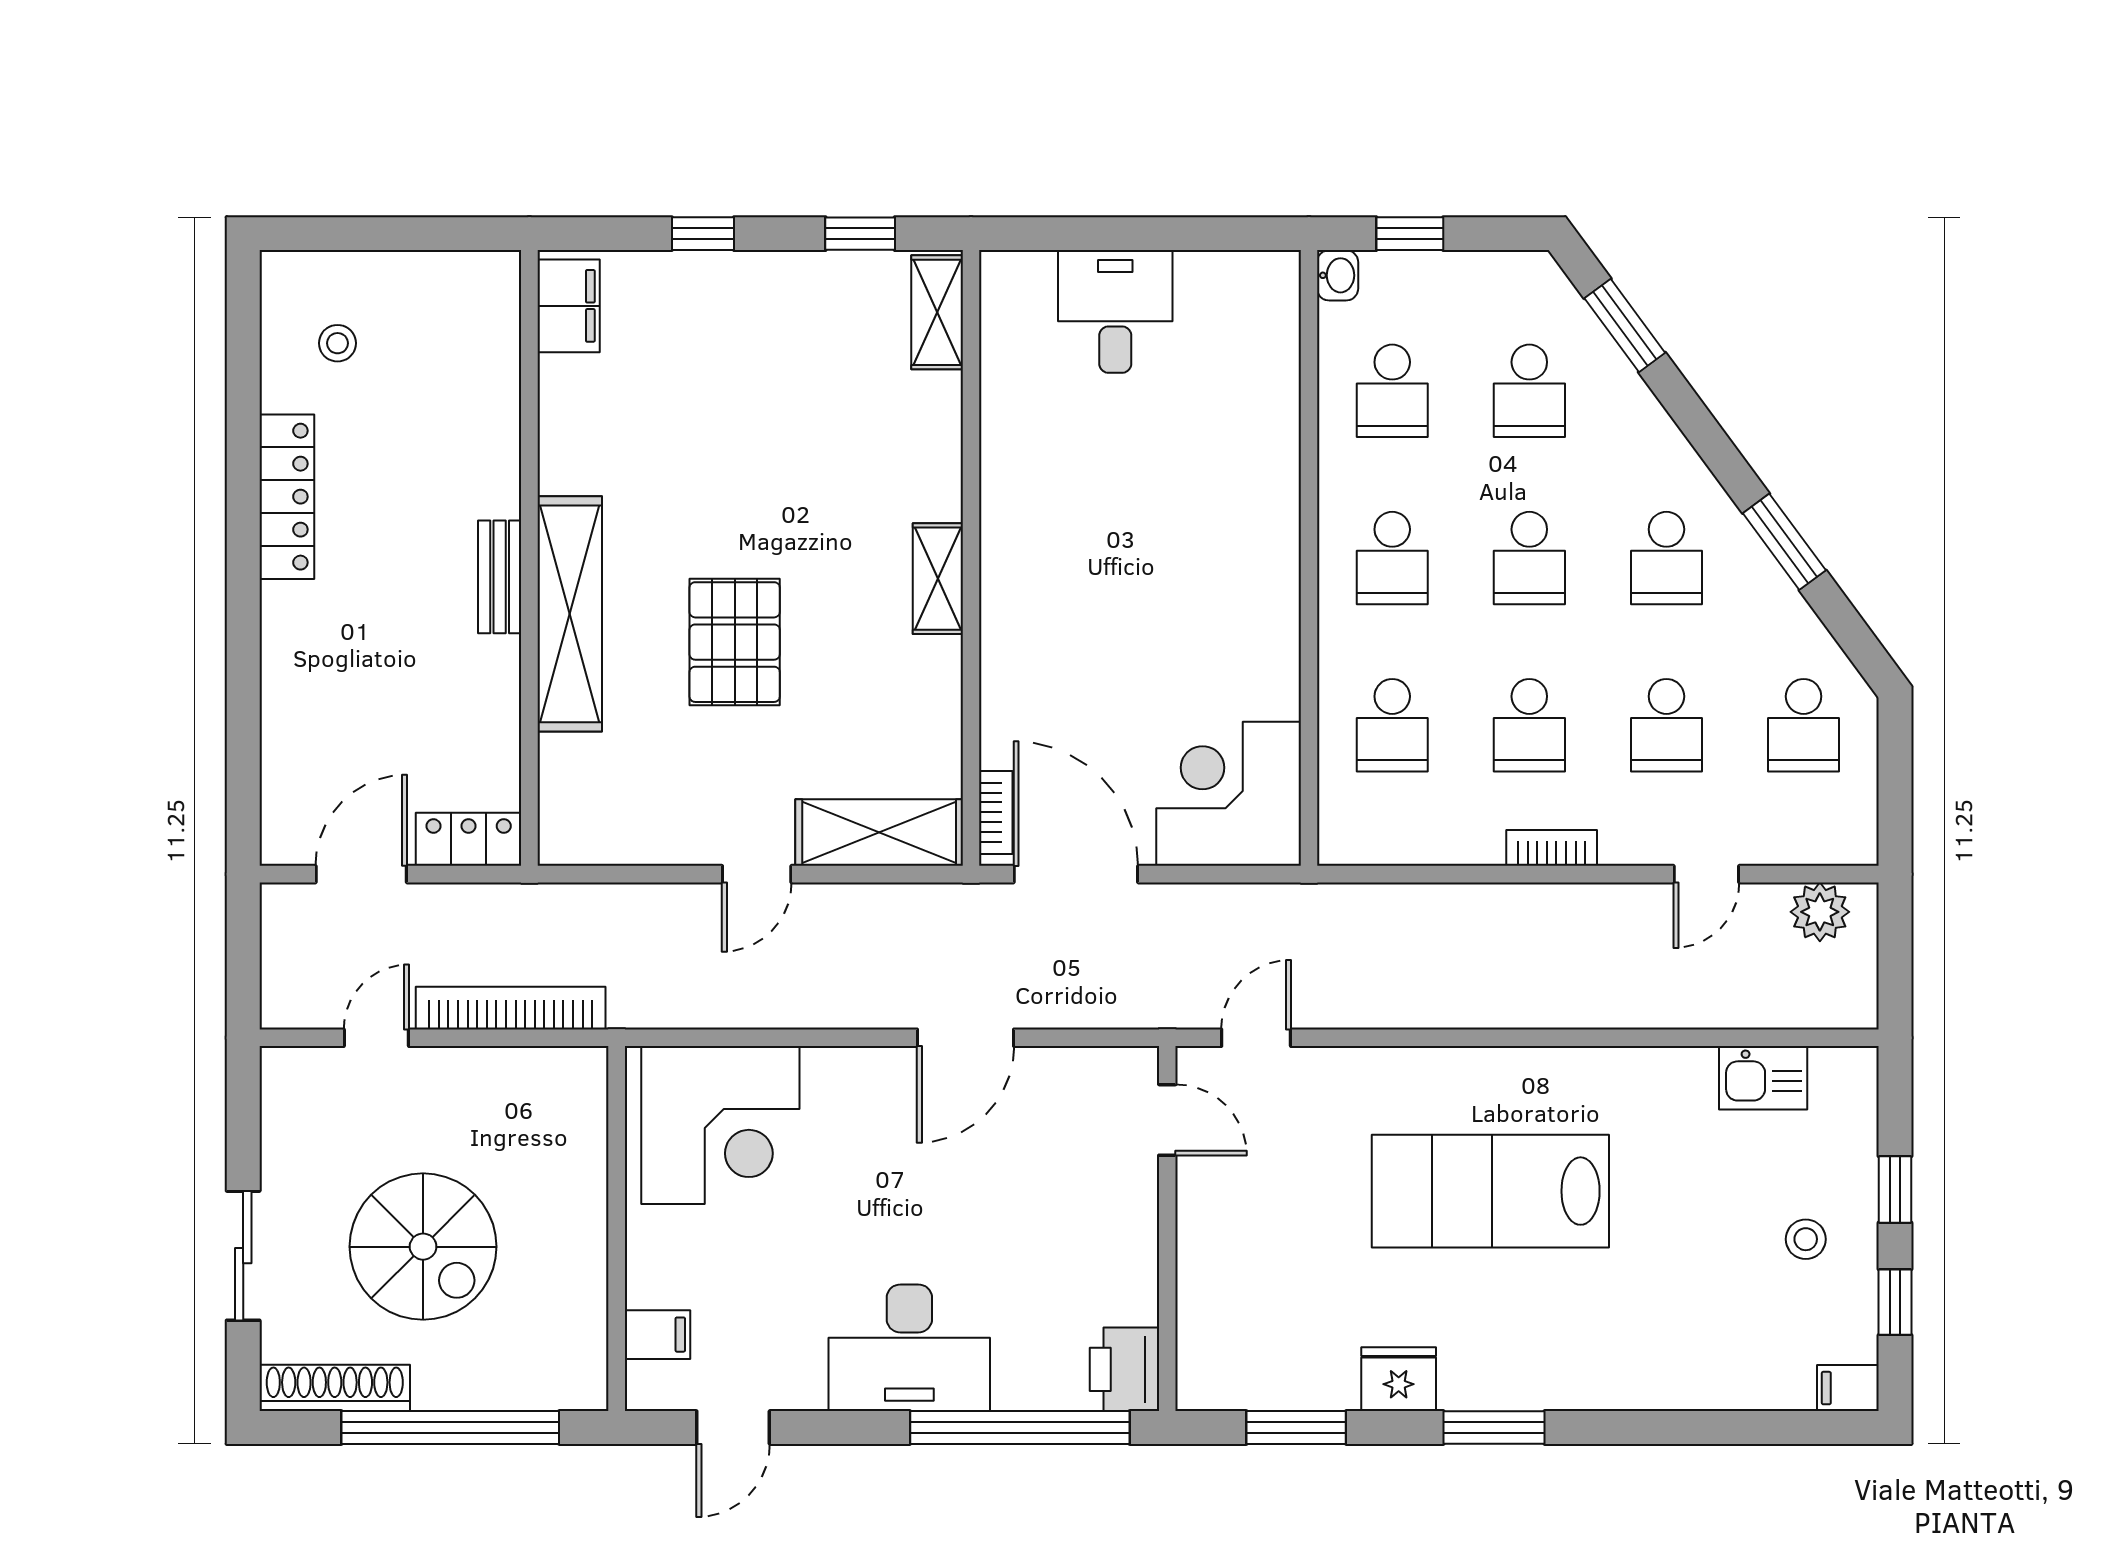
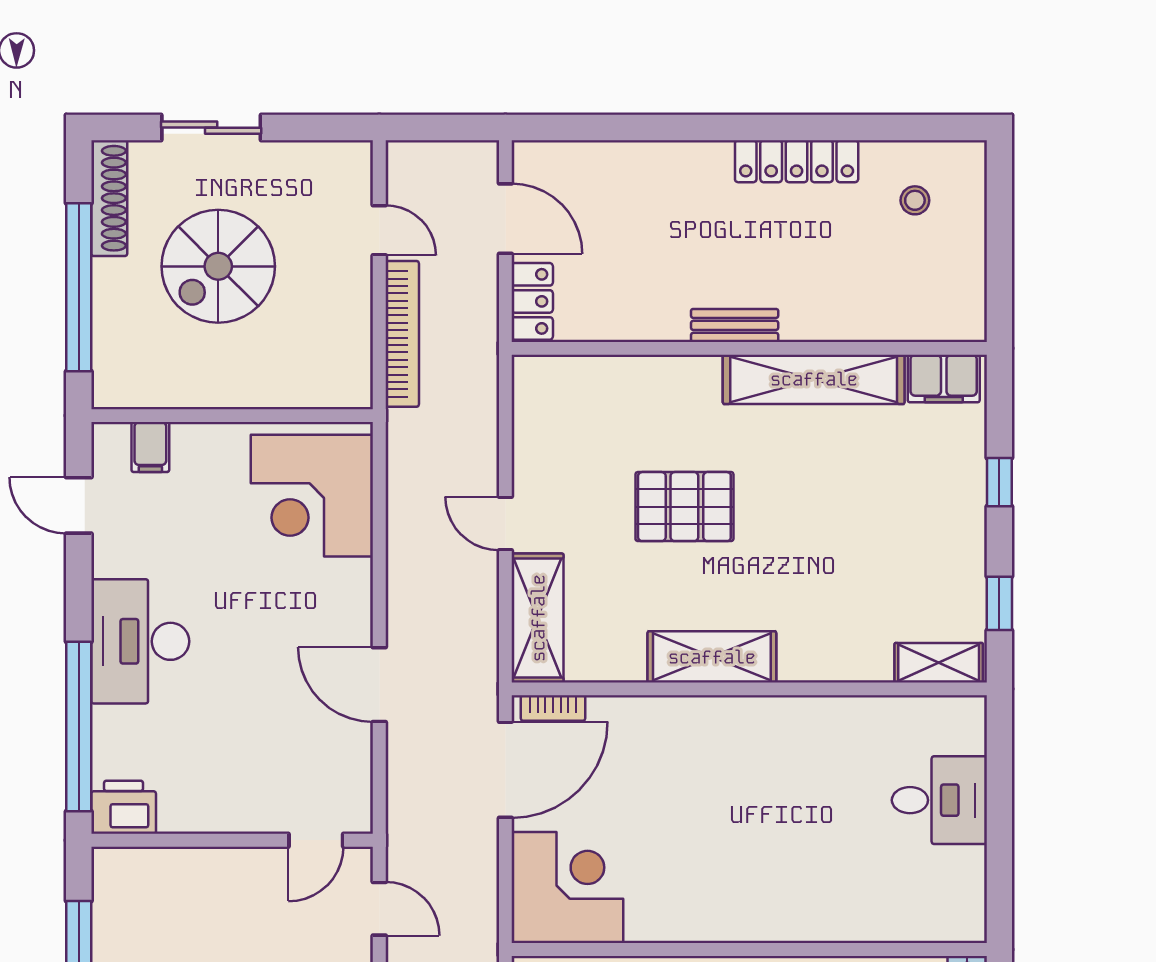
shelving: (938, 579) -> (712, 657), width x1.50, depth x1.33
shelving: (570, 614) -> (814, 379), moved

